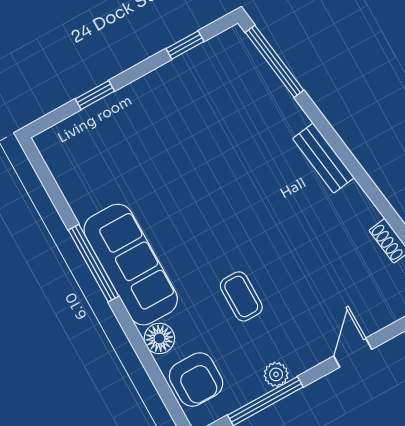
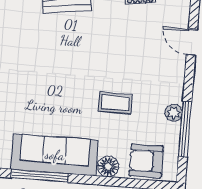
door: (353, 353) -> (192, 42), moved
armchair: (196, 379) -> (146, 161), turned 180

